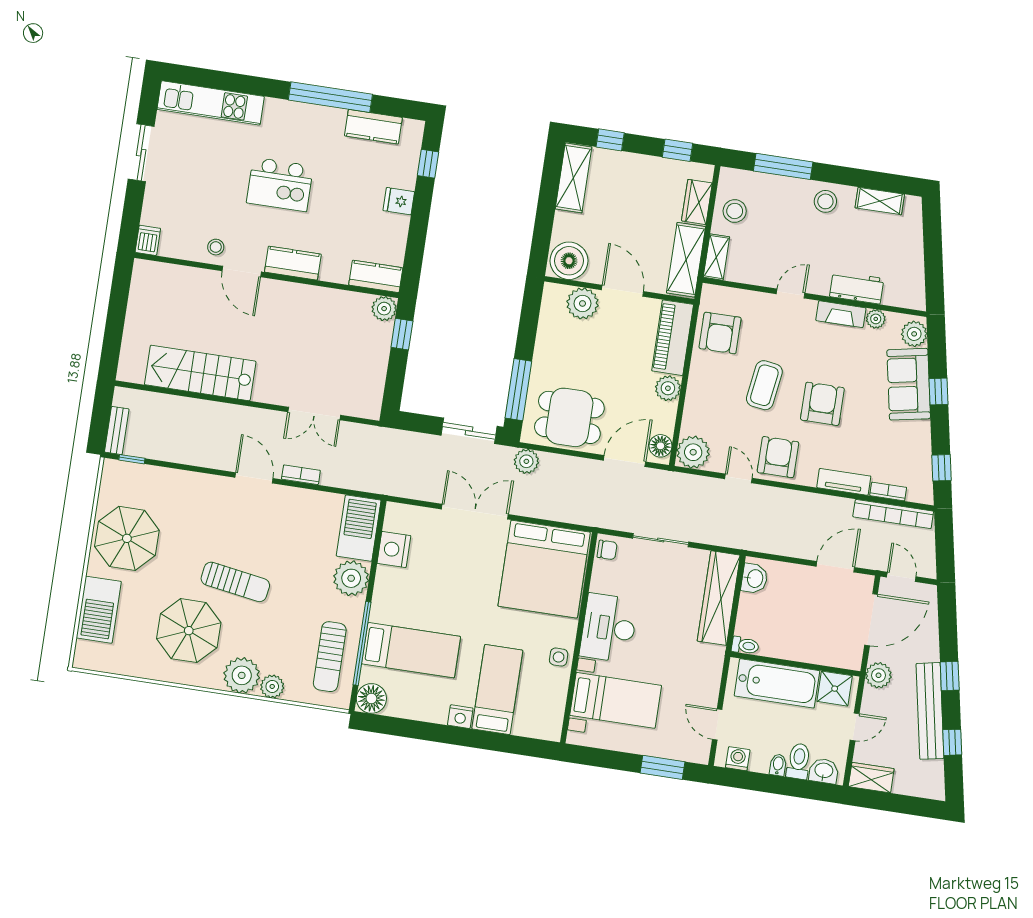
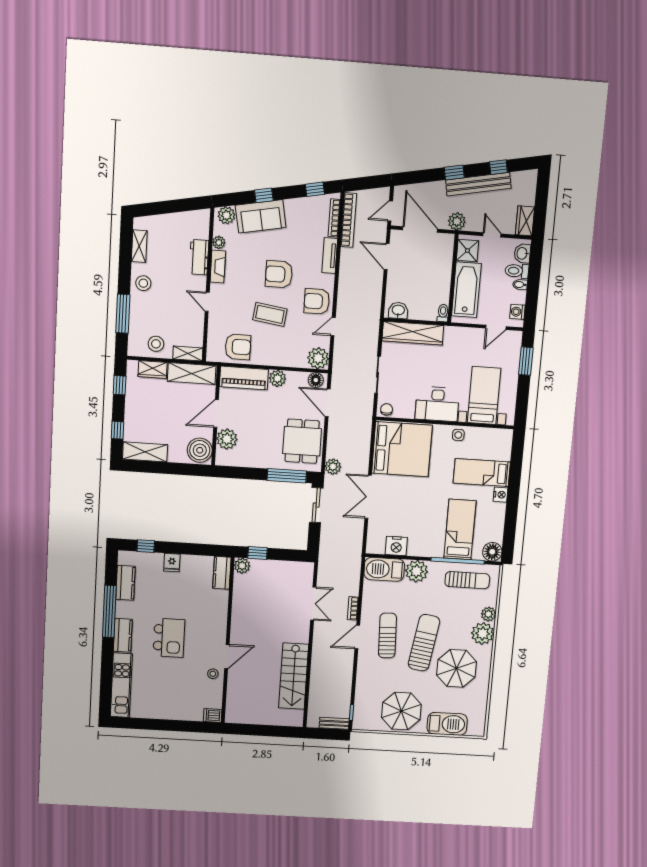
sliding door: (141, 153) -> (158, 725), removed
kitchen counter: (293, 263) -> (123, 635), moved, turned 180
bookcase: (888, 491) -> (334, 218), width x1.56
sun lounger: (252, 525) -> (387, 636), added
sun lounger: (235, 582) -> (424, 643), width x1.36, depth x1.34

